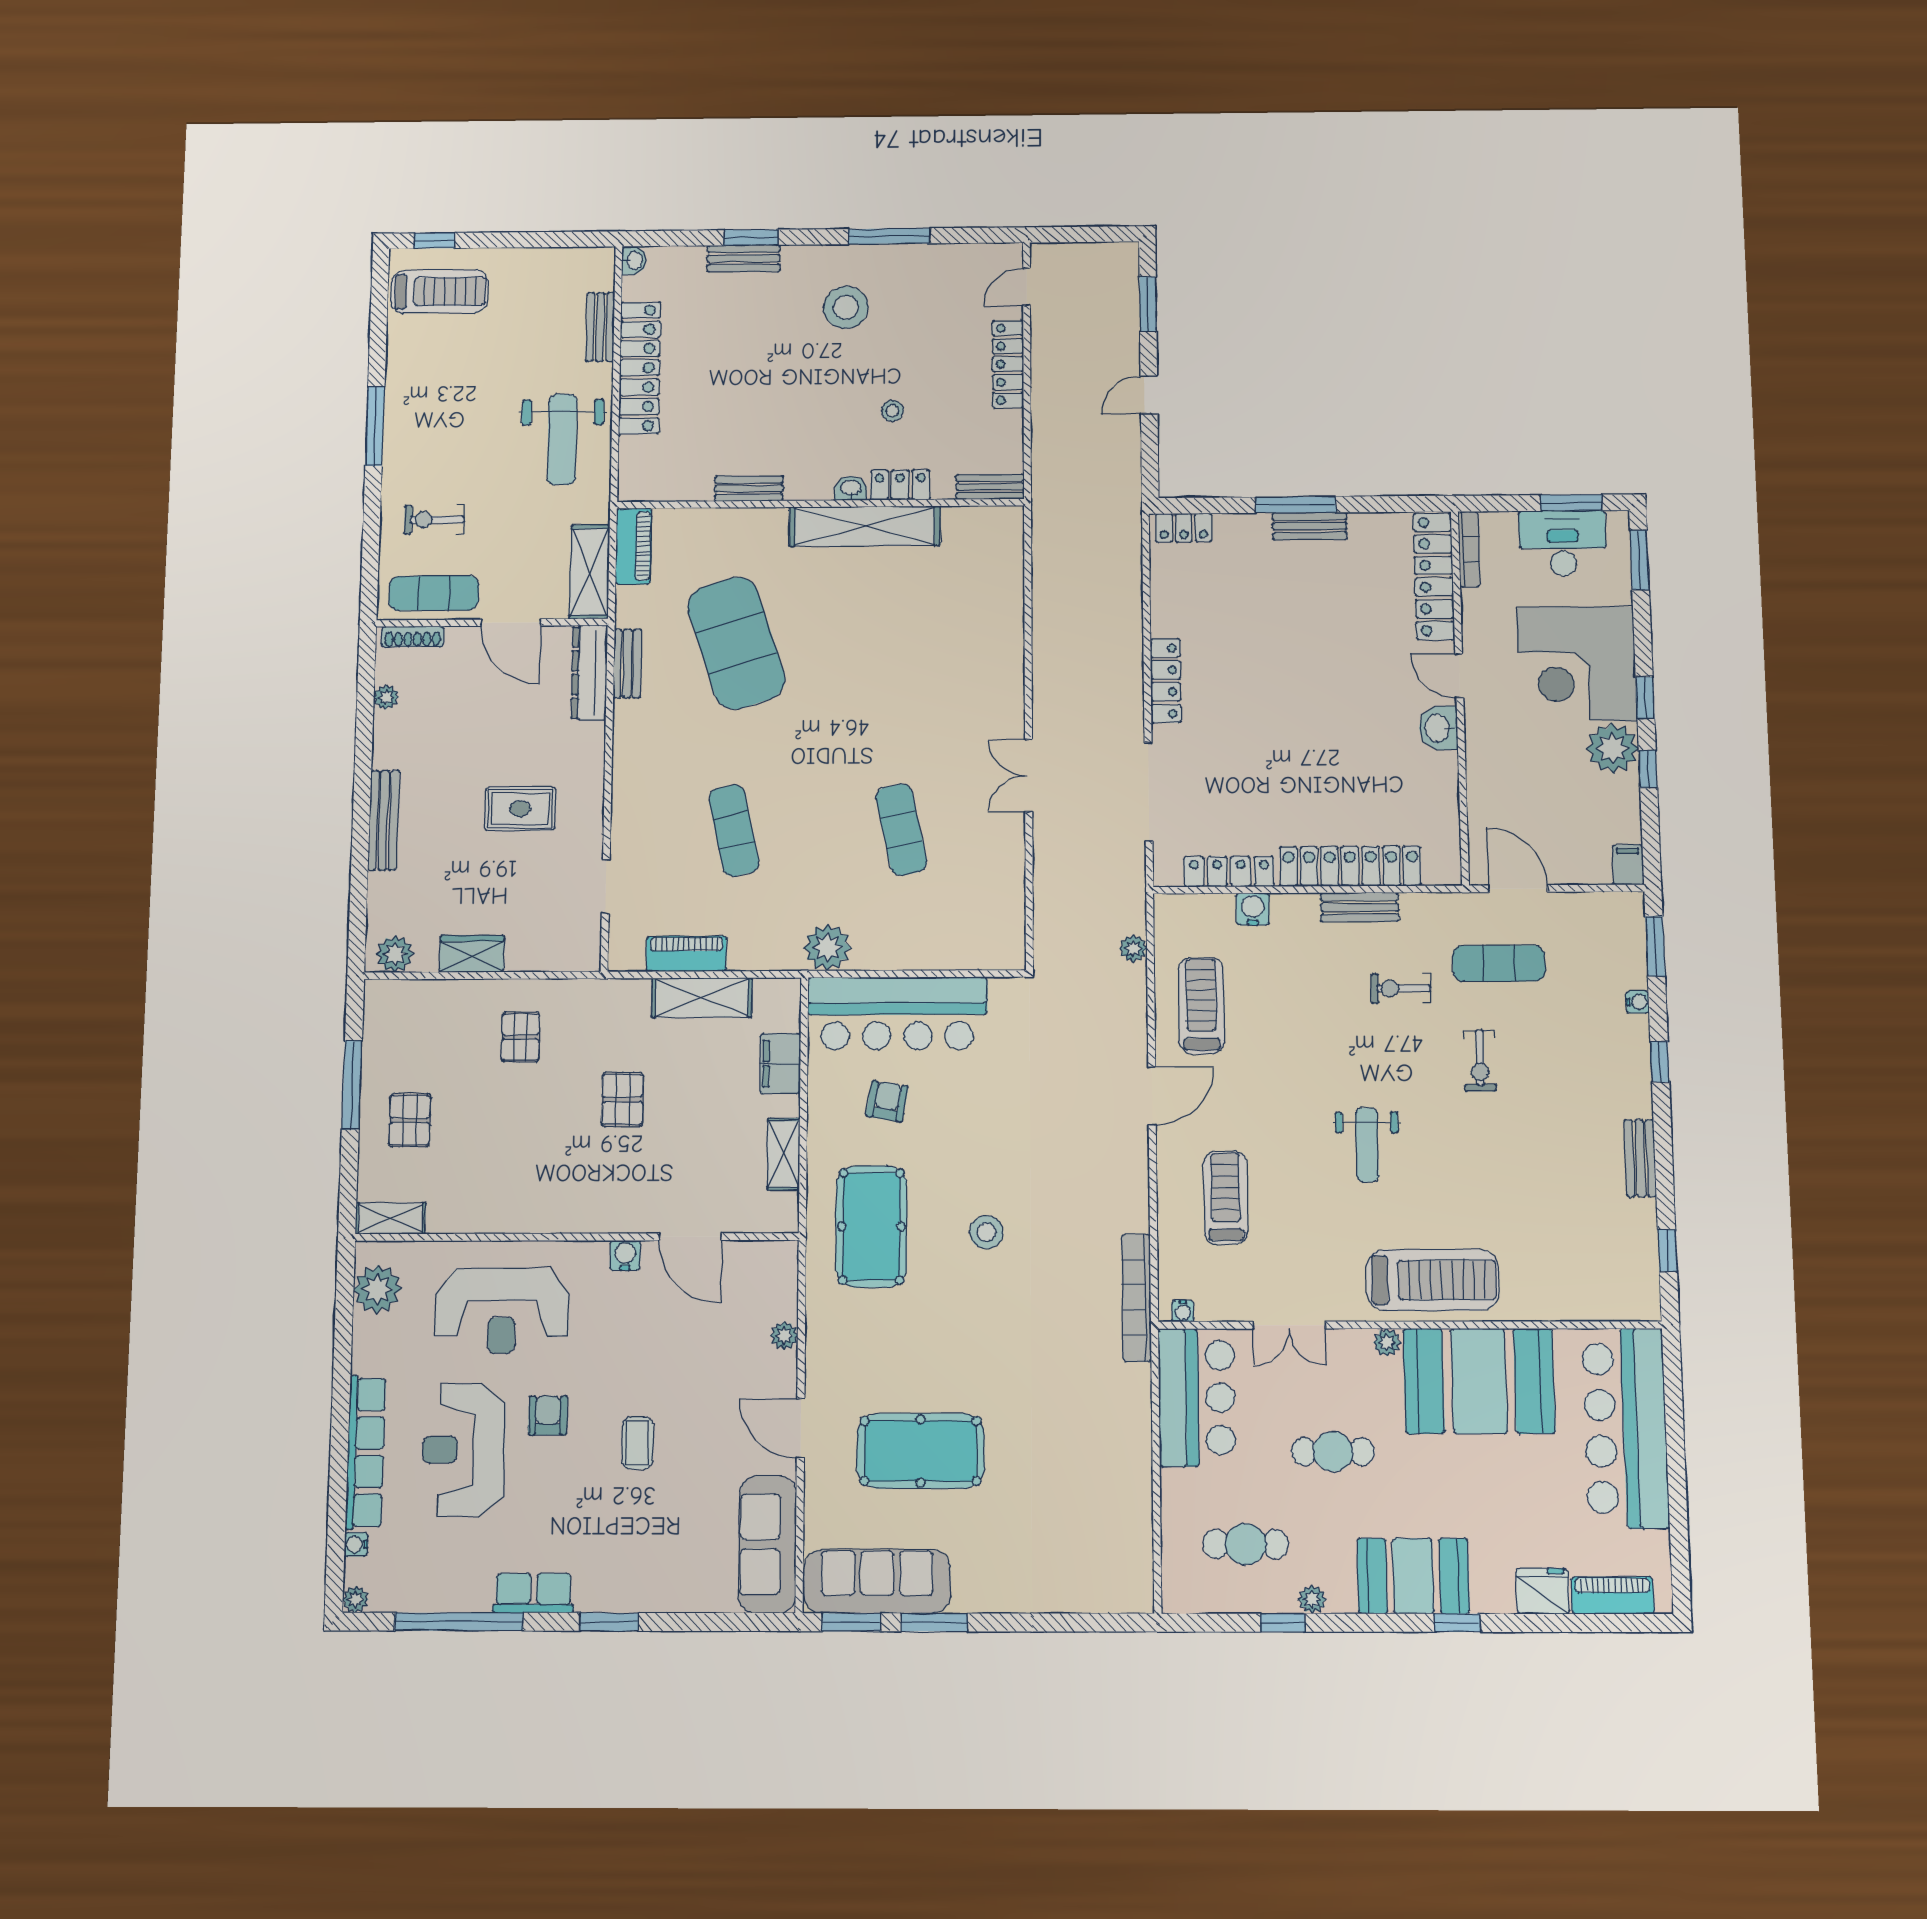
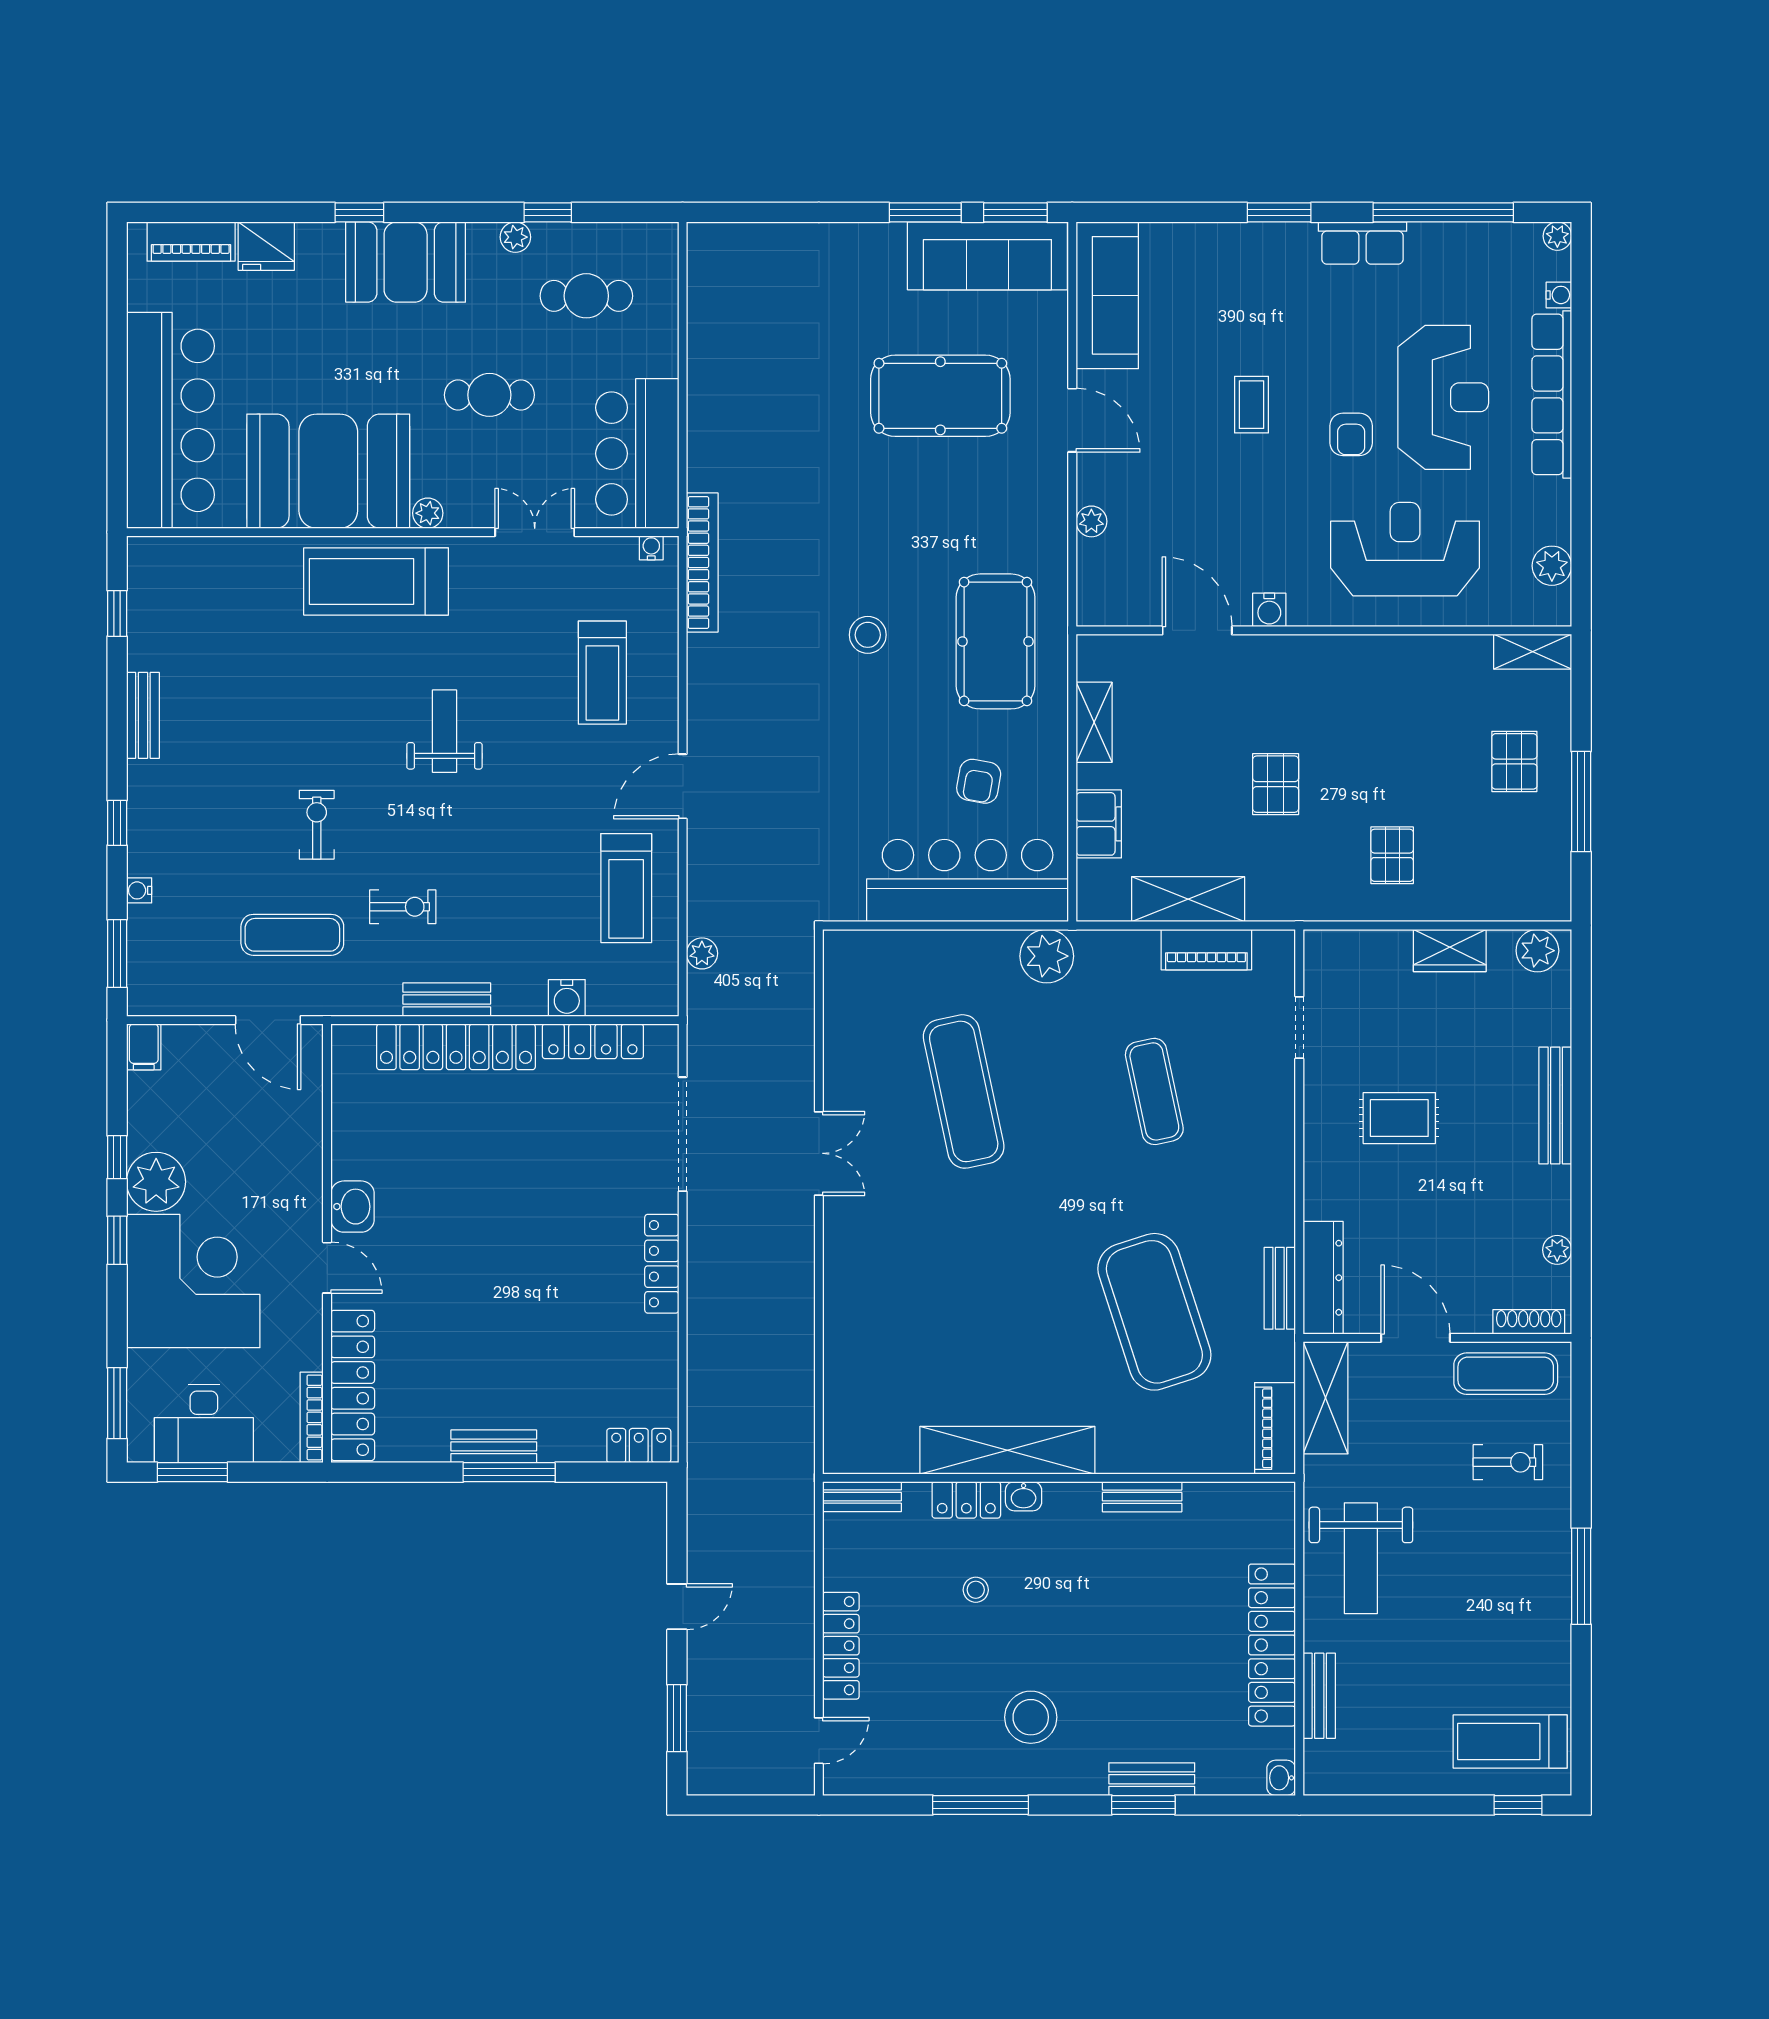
weight bench: (562, 439) -> (1361, 1558), turned 180
exercise mat: (901, 830) -> (964, 1091), width x1.36, depth x1.45
plant: (377, 1289) -> (1552, 566), width x0.73, depth x0.73

